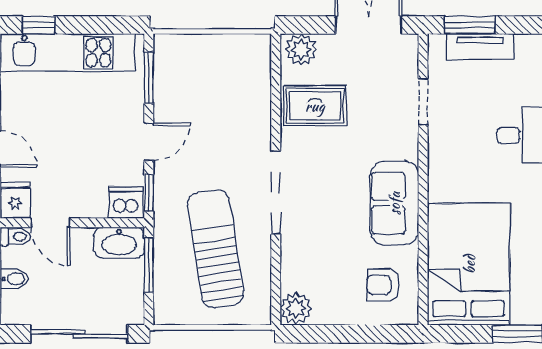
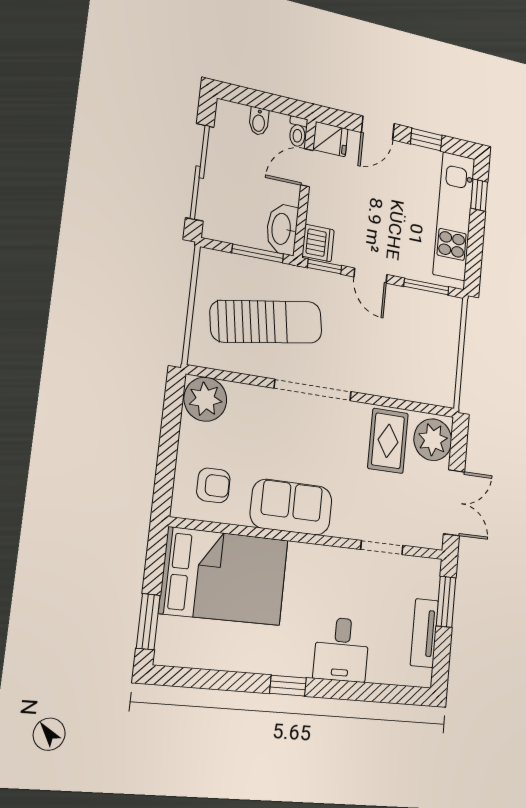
tv unit: (480, 46) -> (424, 633), moved
plant: (301, 49) -> (433, 440), width x1.36, depth x1.36
armchair: (383, 285) -> (213, 485), turned 90
plant: (296, 308) -> (205, 399), width x1.36, depth x1.36

